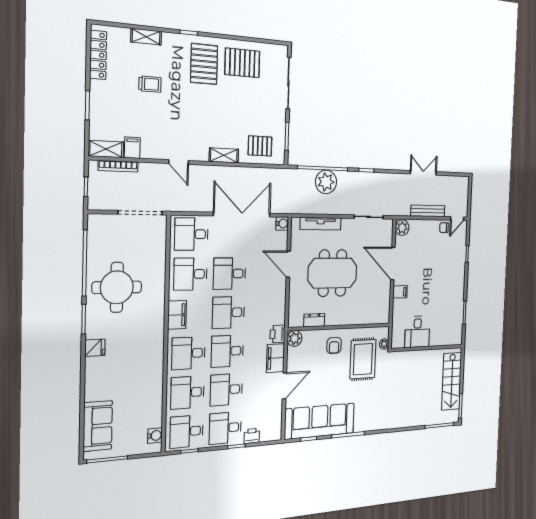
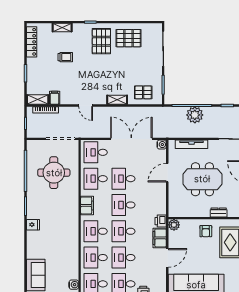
door: (288, 264) -> (167, 173), hinge flipped
round table: (117, 287) -> (54, 173), moved
dresser: (314, 320) -> (219, 212), moved

